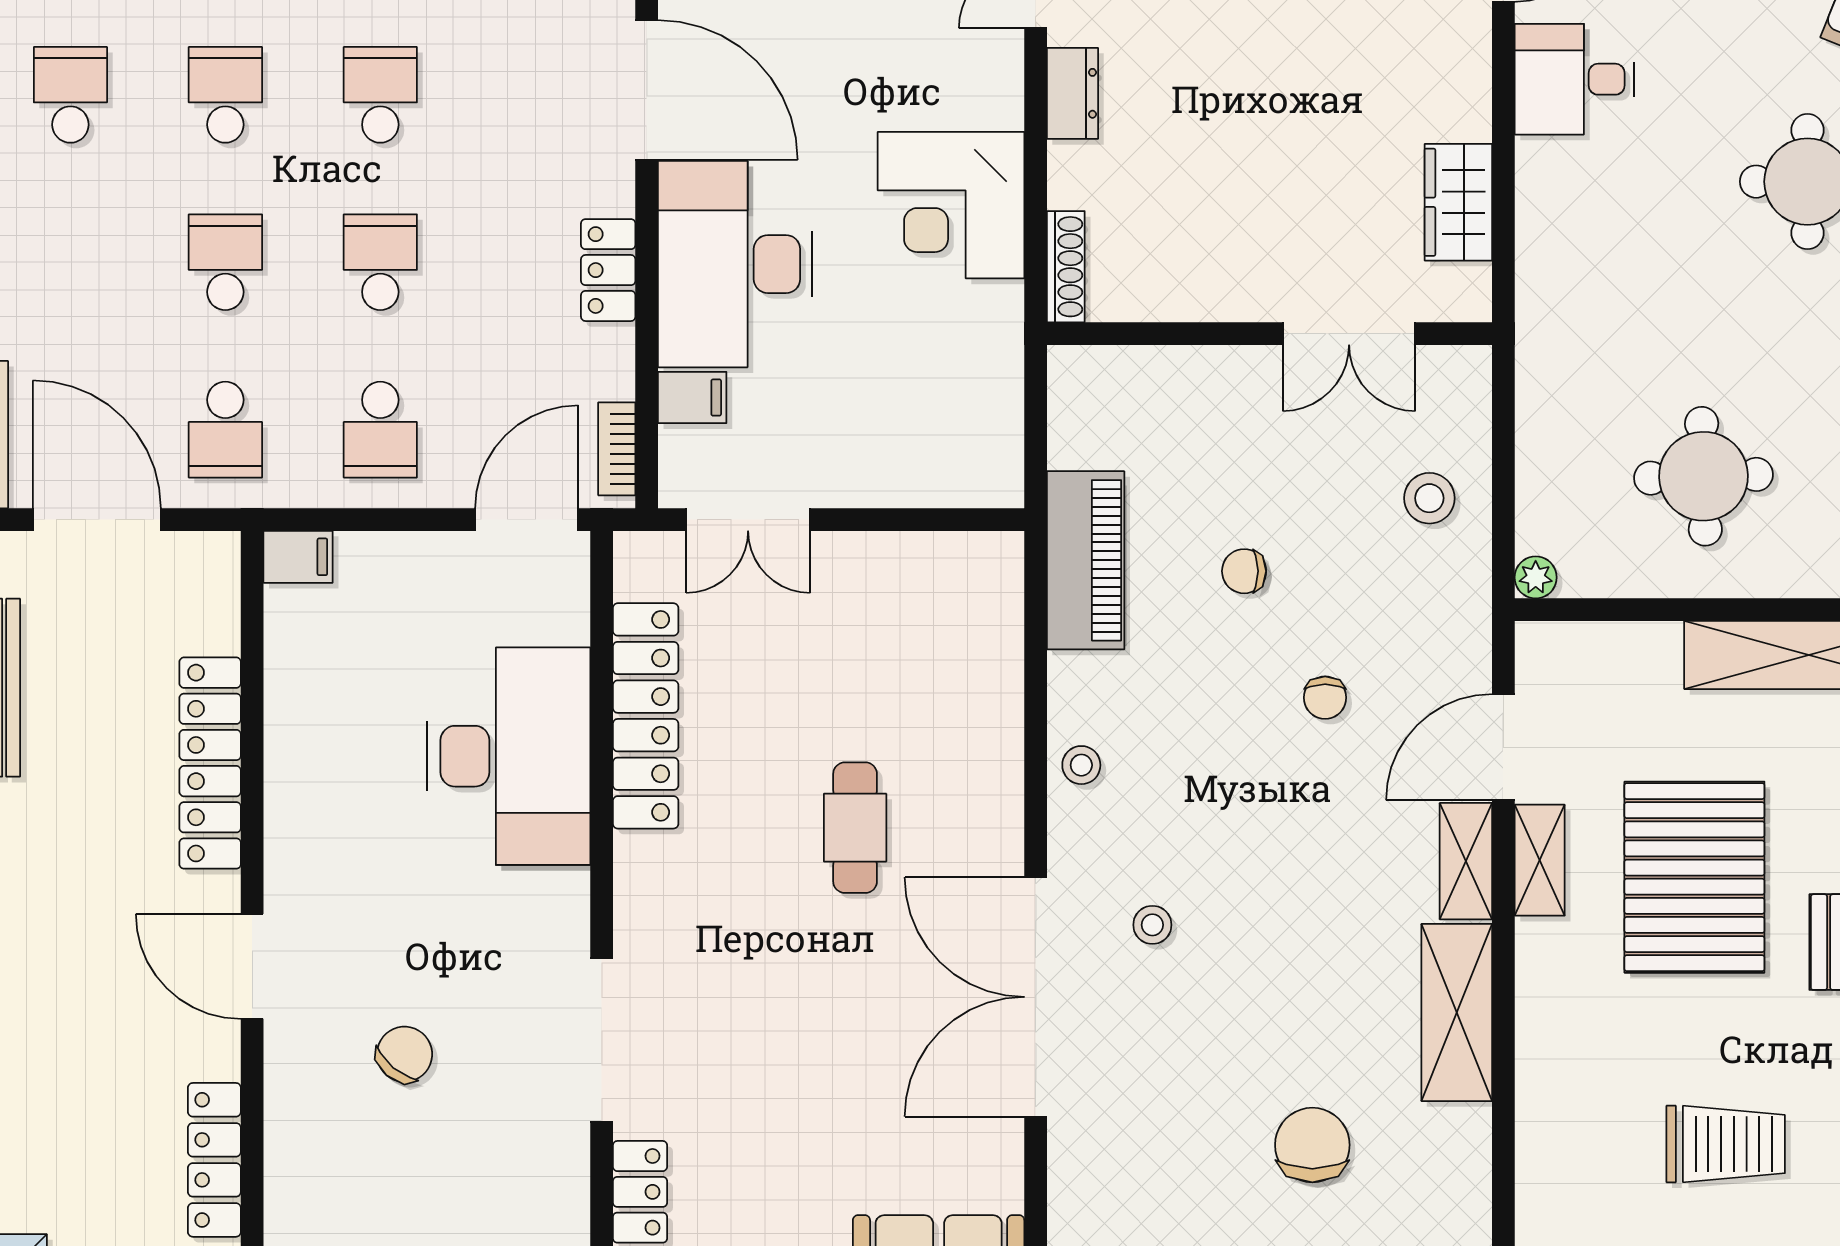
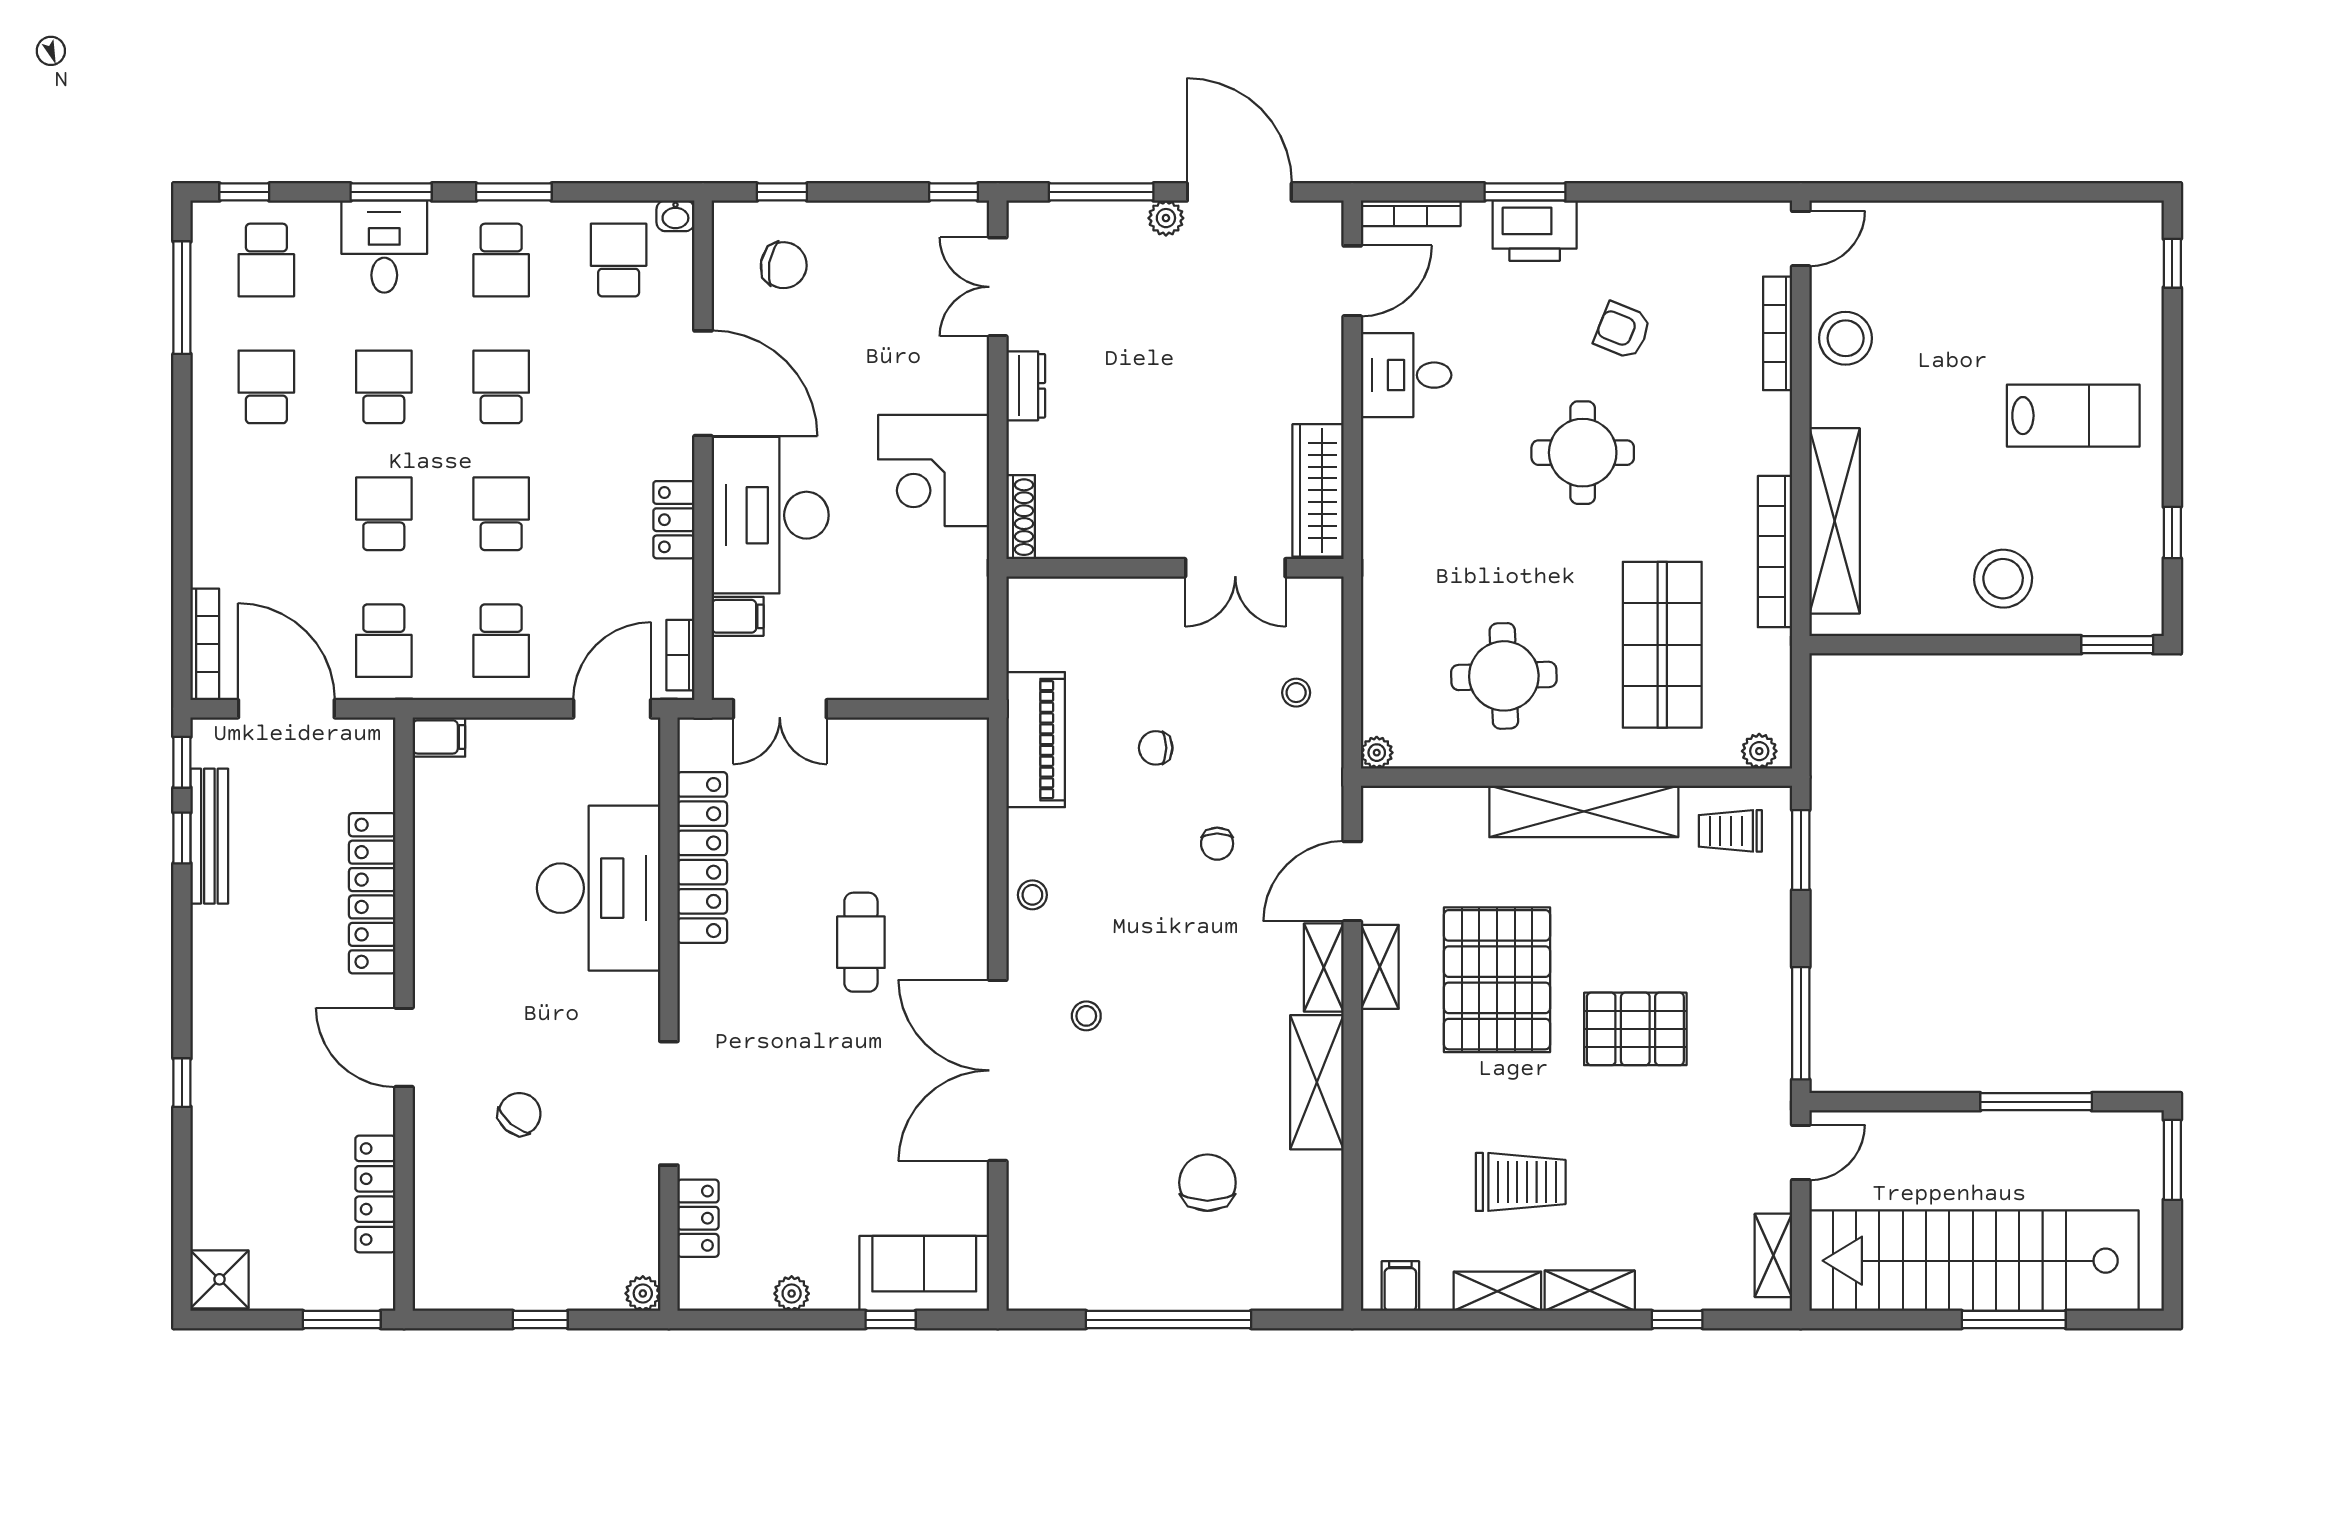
wardrobe: (1458, 202) -> (1318, 490), width x1.50
stool: (1429, 498) -> (1296, 693), width x0.73, depth x0.73

